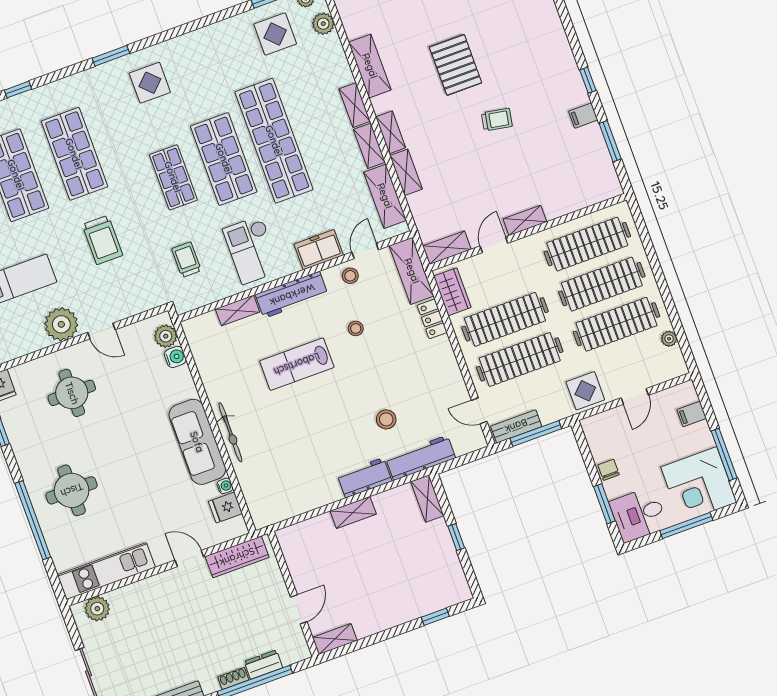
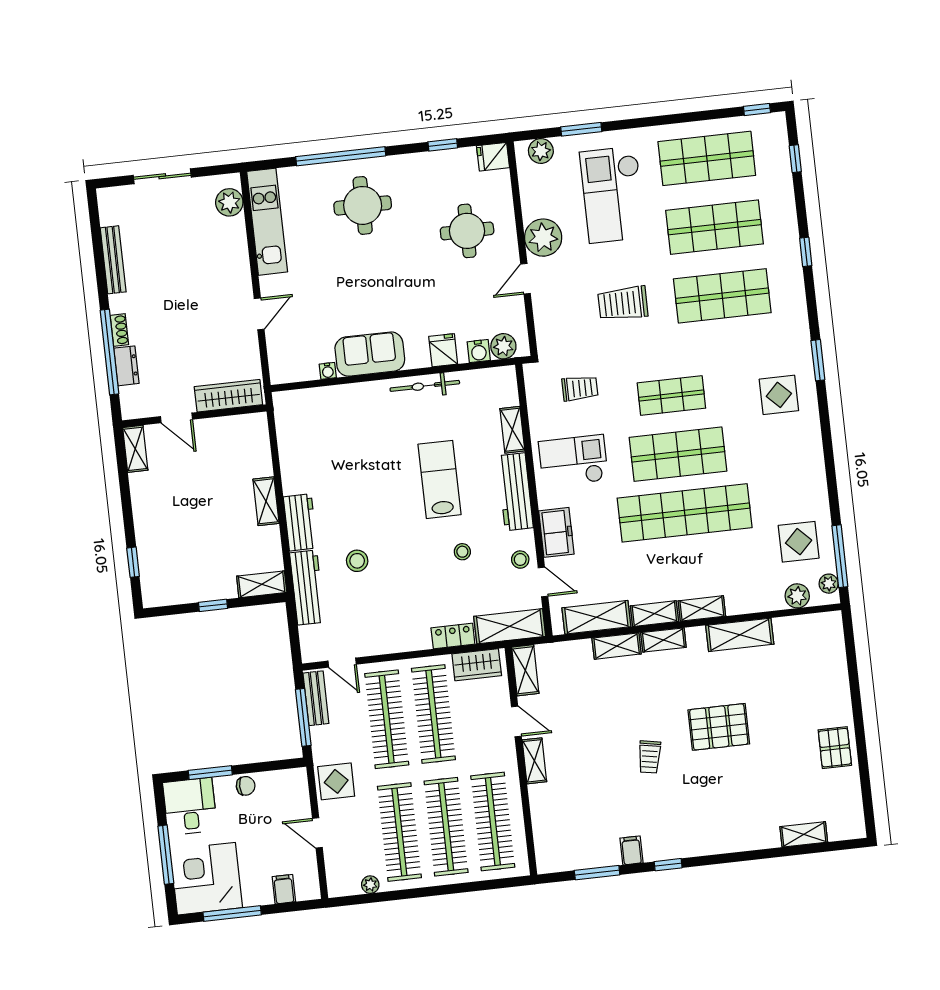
door: (479, 411) -> (342, 663), swing flipped
bicycle: (230, 432) -> (425, 386), moved
sofa: (197, 442) -> (370, 354), width x0.73
fridge: (225, 507) -> (443, 350), moved
wardrobe: (237, 557) -> (228, 396), moved, turned 90

